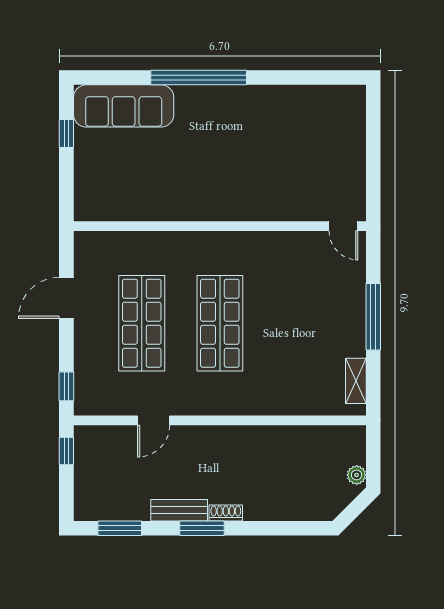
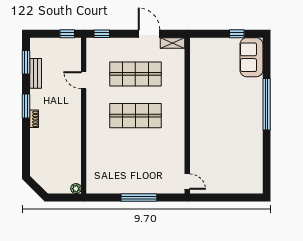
sofa: (124, 106) -> (251, 57), width x0.73
door: (343, 226) -> (187, 182), swing flipped
shelving: (356, 381) -> (172, 43), moved
plant: (357, 475) -> (76, 189), moved
bench: (179, 510) -> (36, 73), moved

